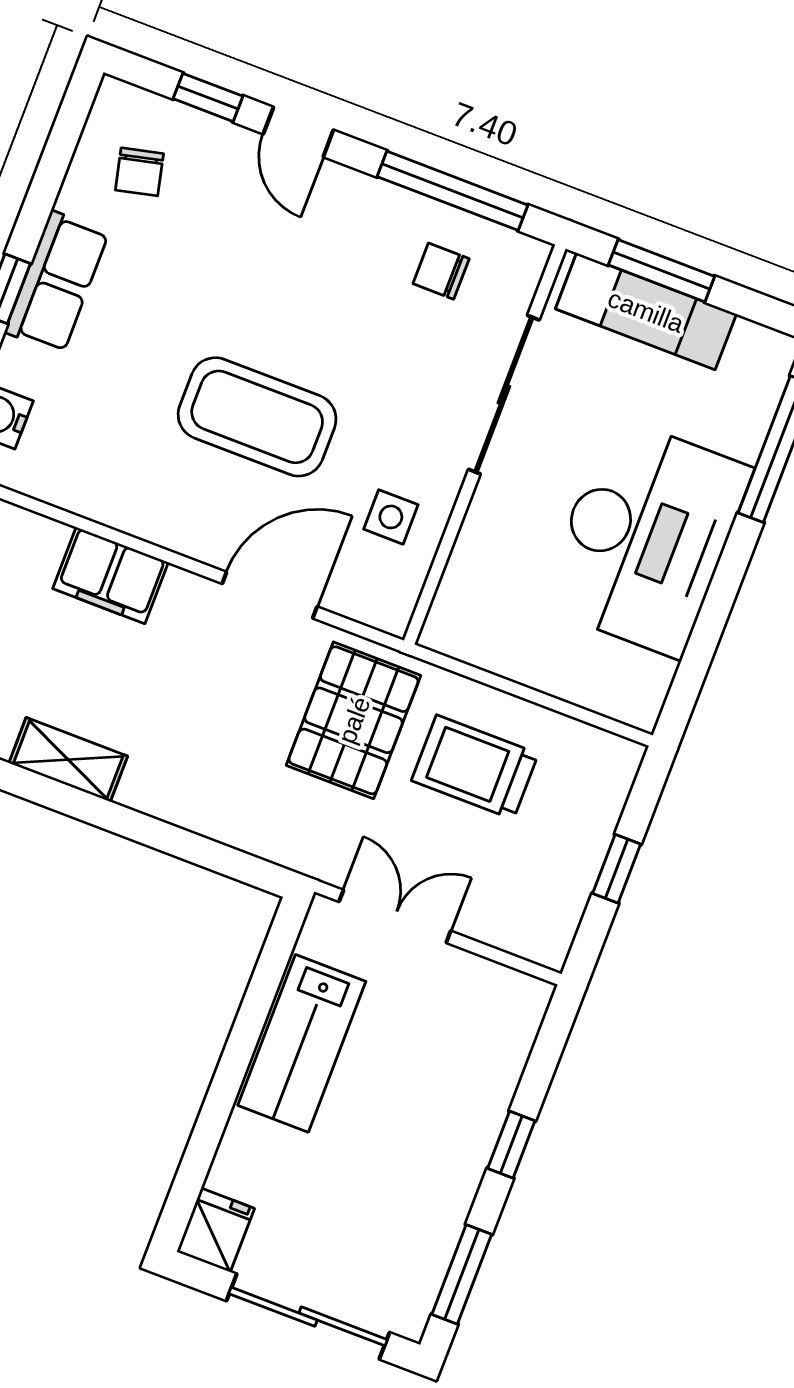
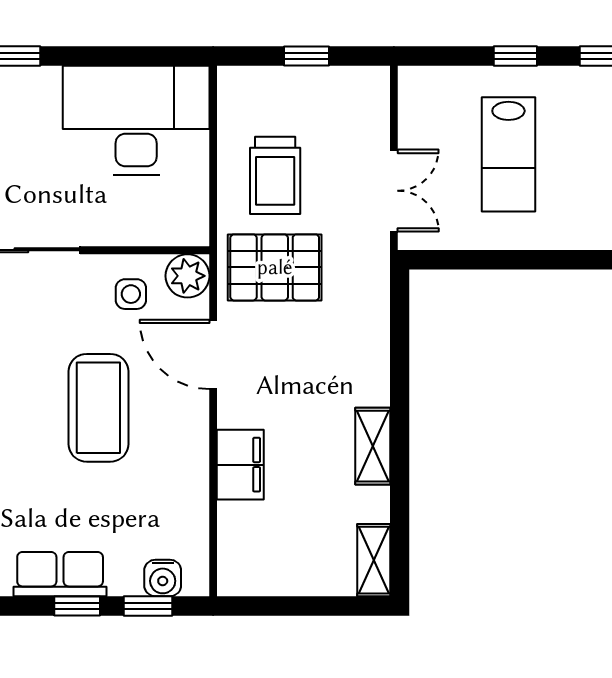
desk: (646, 537) -> (136, 120), moved
plant: (386, 601) -> (187, 276), added
double door: (395, 916) -> (394, 191), swing flipped
lab bench: (302, 1043) -> (508, 154), moved, turned 90

